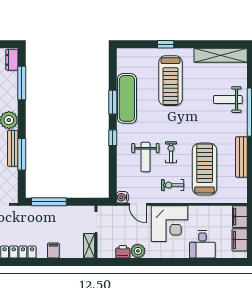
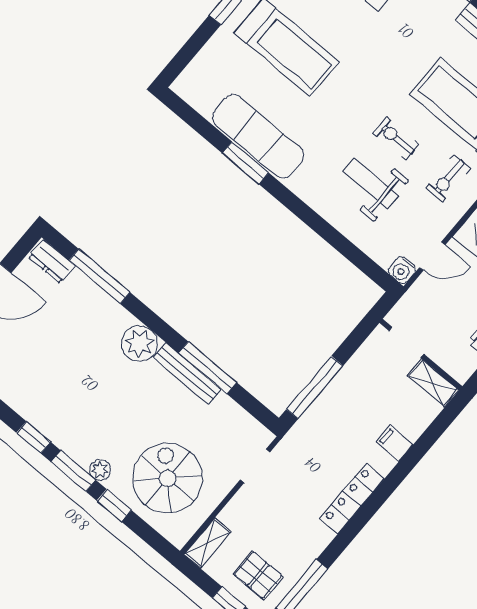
window: (113, 138) -> (299, 209), removed
weight bench: (145, 157) -> (371, 184), turned 180

